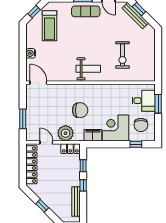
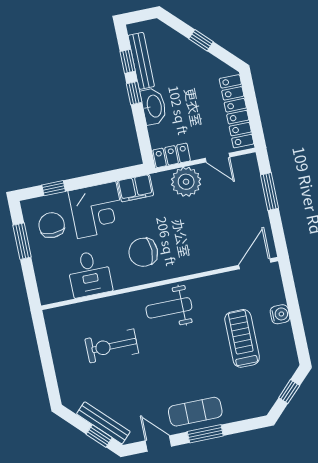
treadmill: (49, 26) -> (242, 338), moved
exercise bike: (122, 55) -> (112, 346), turned -90
door: (38, 83) -> (255, 264), swing flipped
desk: (144, 101) -> (90, 274), moved, turned -90
window: (158, 104) -> (22, 241), moved
chair: (80, 110) -> (143, 252), moved
window: (83, 166) -> (128, 61), moved
washbasin: (74, 176) -> (154, 106), added

